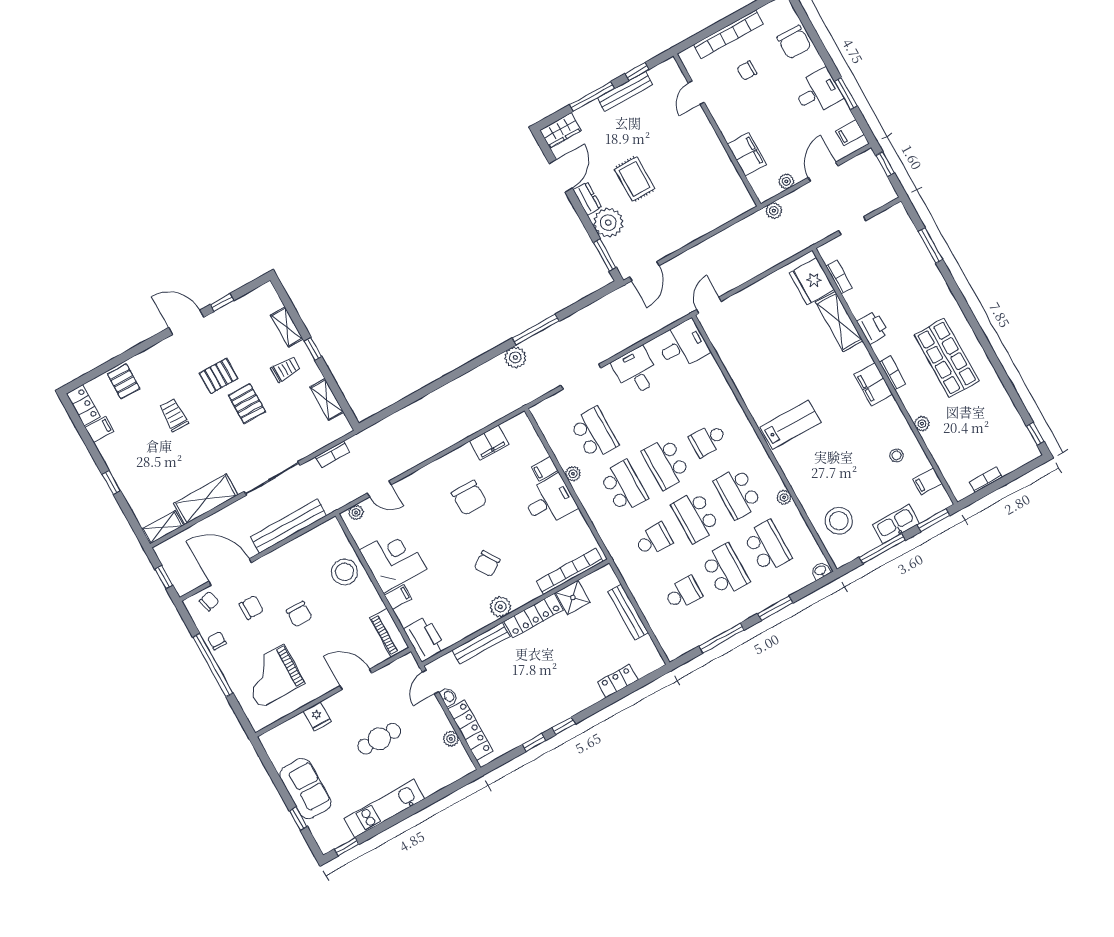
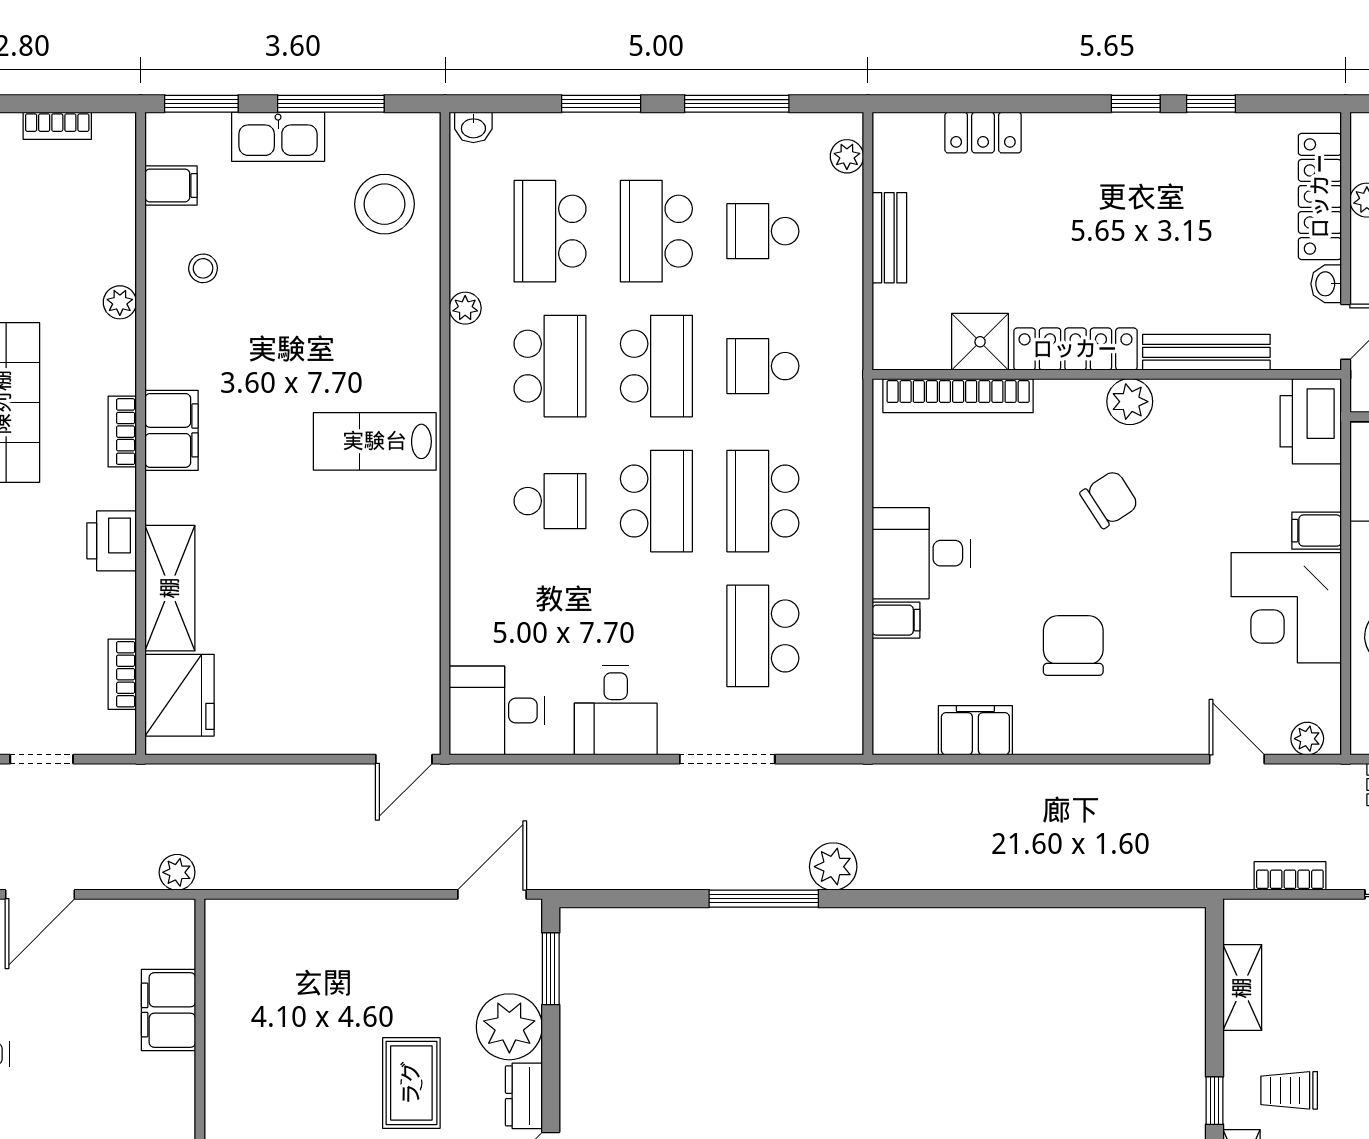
plant: (786, 181) -> (121, 915), removed
plant: (573, 474) -> (847, 156), moved
bench: (628, 612) -> (889, 238), width x0.73

